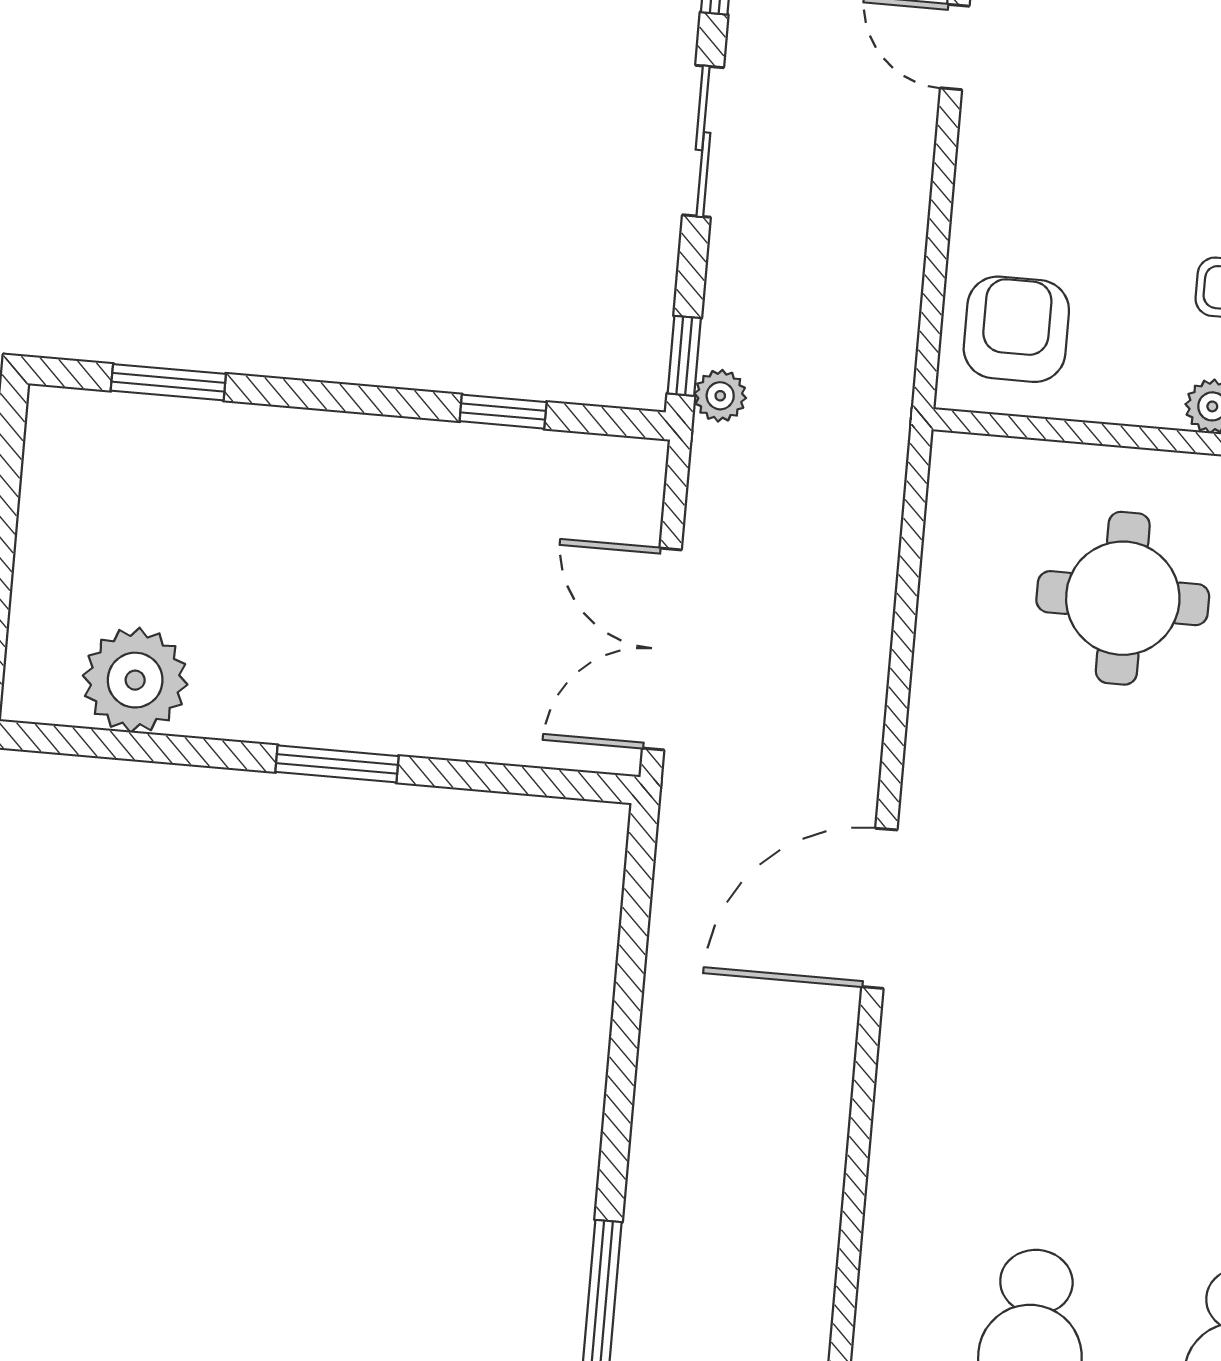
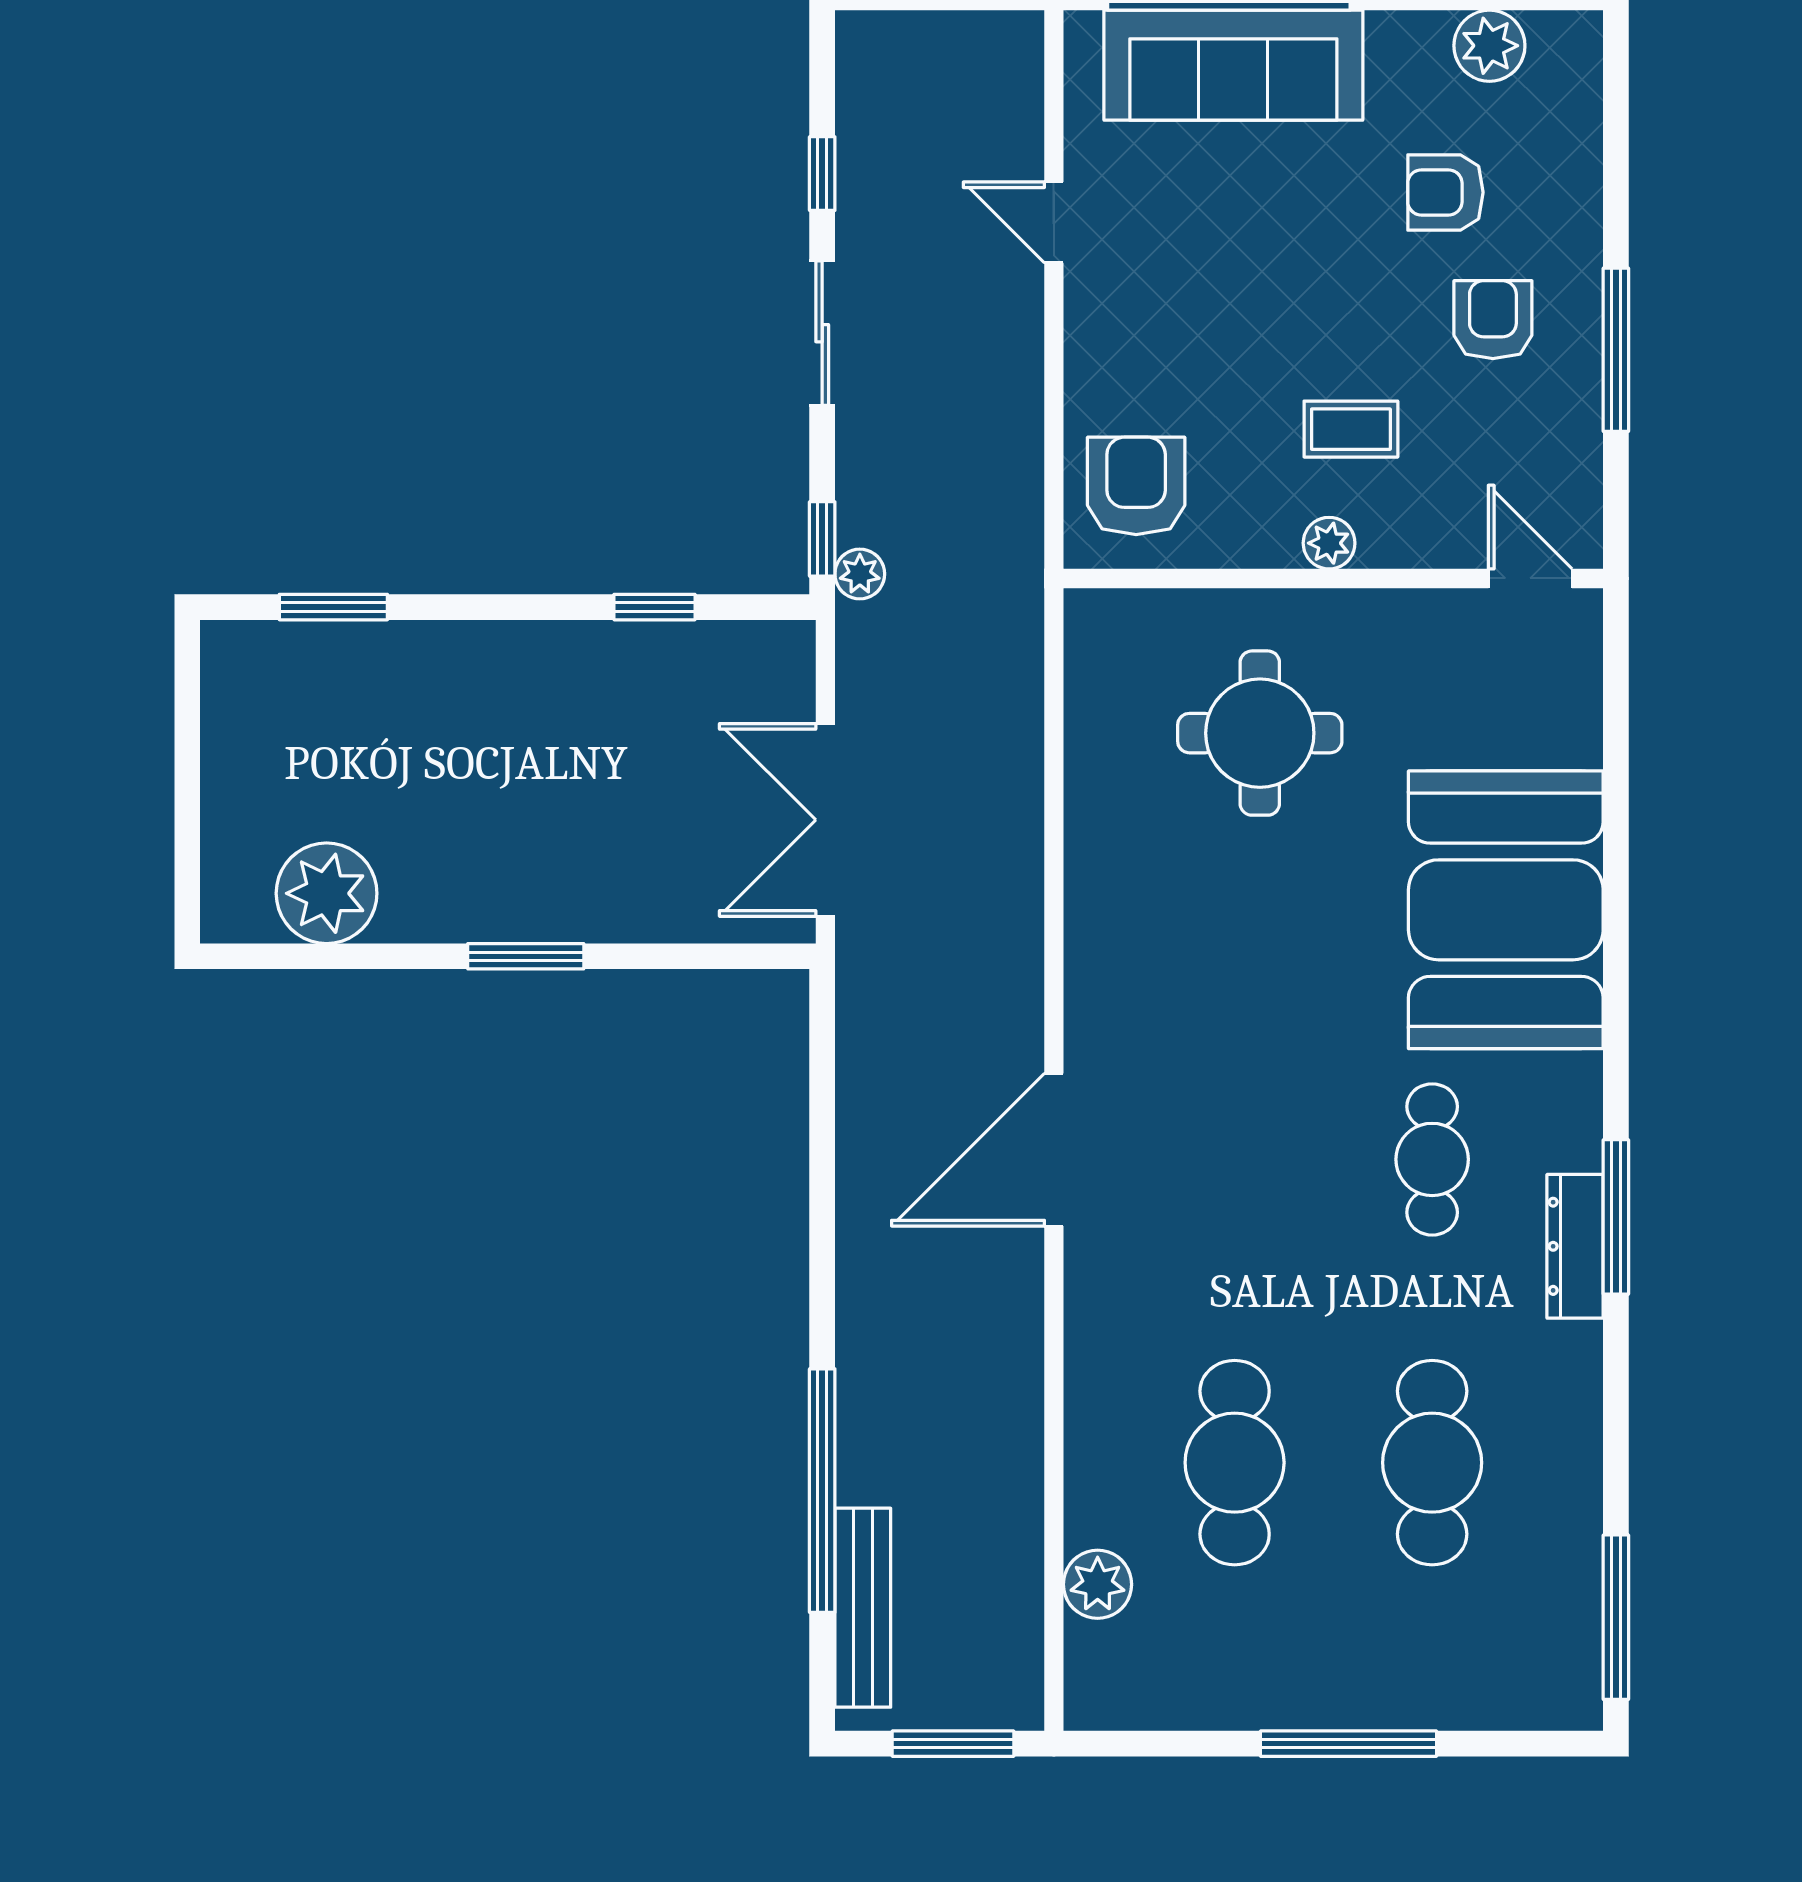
door: (879, 908) -> (1054, 1150), moved

